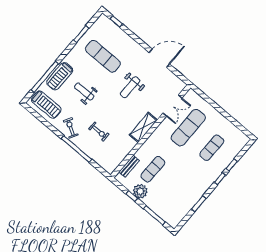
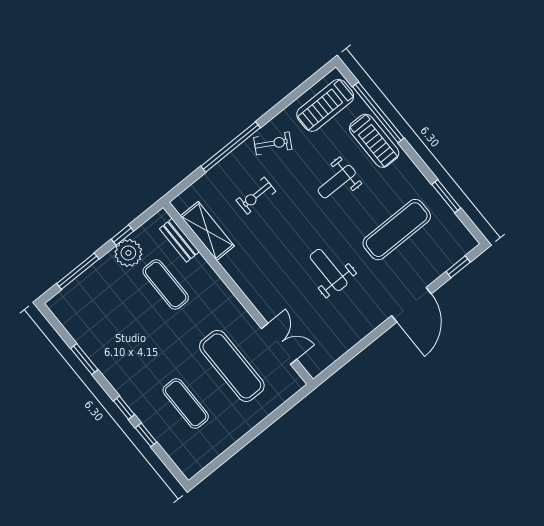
door: (159, 58) -> (411, 305), moved
treadmill: (60, 76) -> (374, 141), turned 180
weight bench: (84, 92) -> (337, 182), turned 180
double door: (172, 106) -> (279, 344), swing flipped
shelving: (143, 127) -> (207, 231), moved

